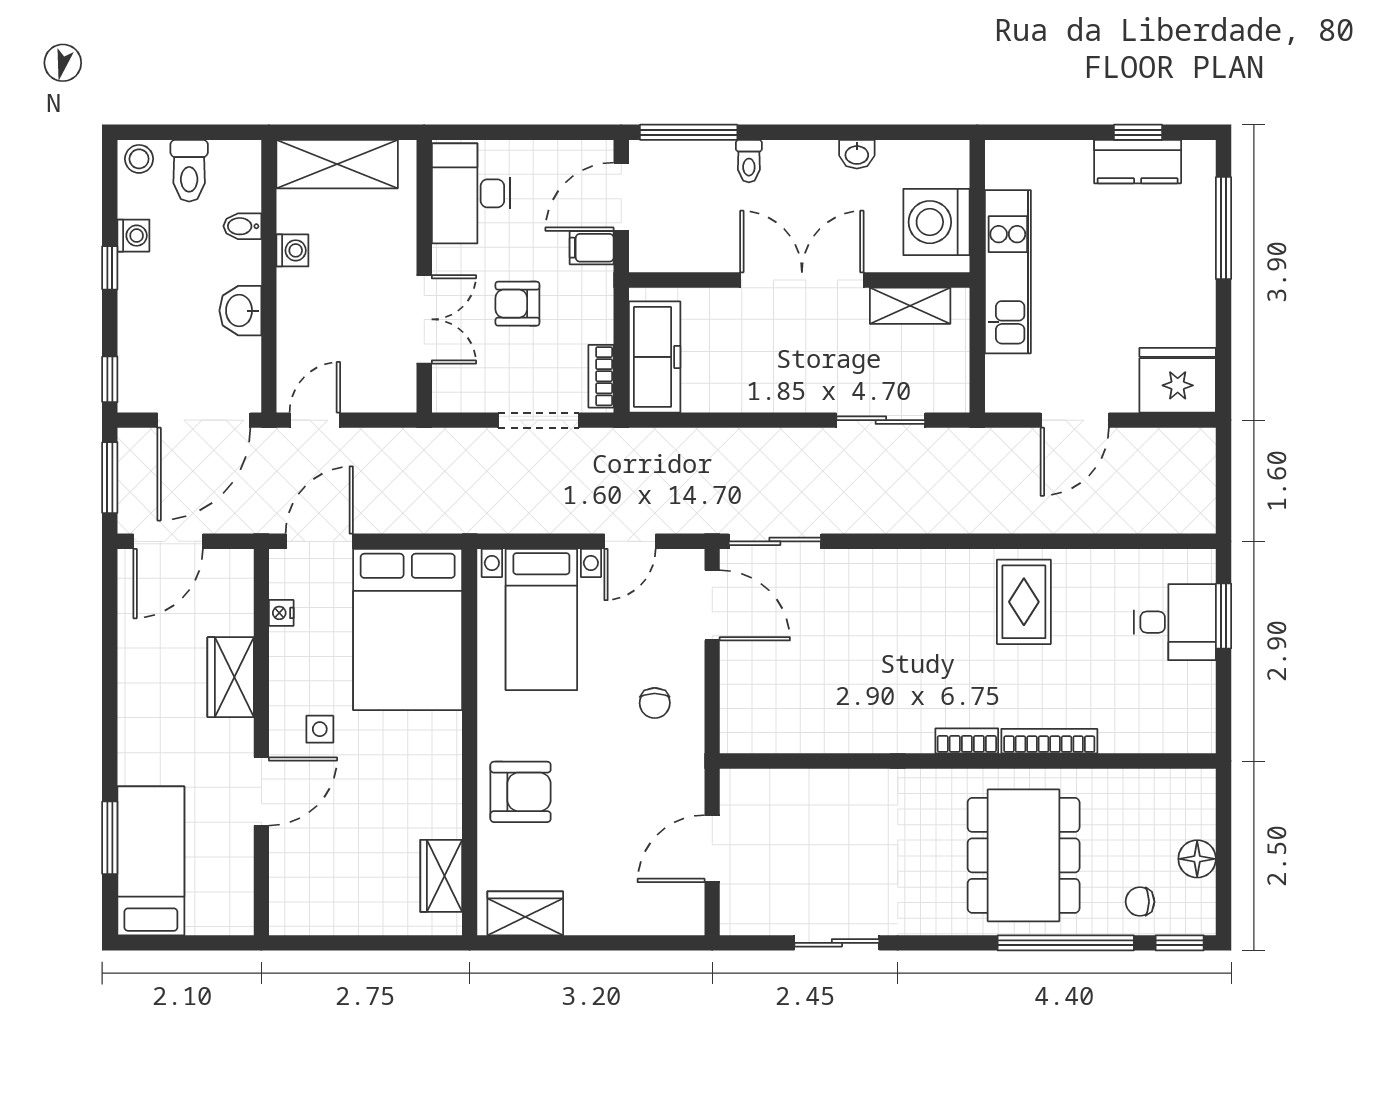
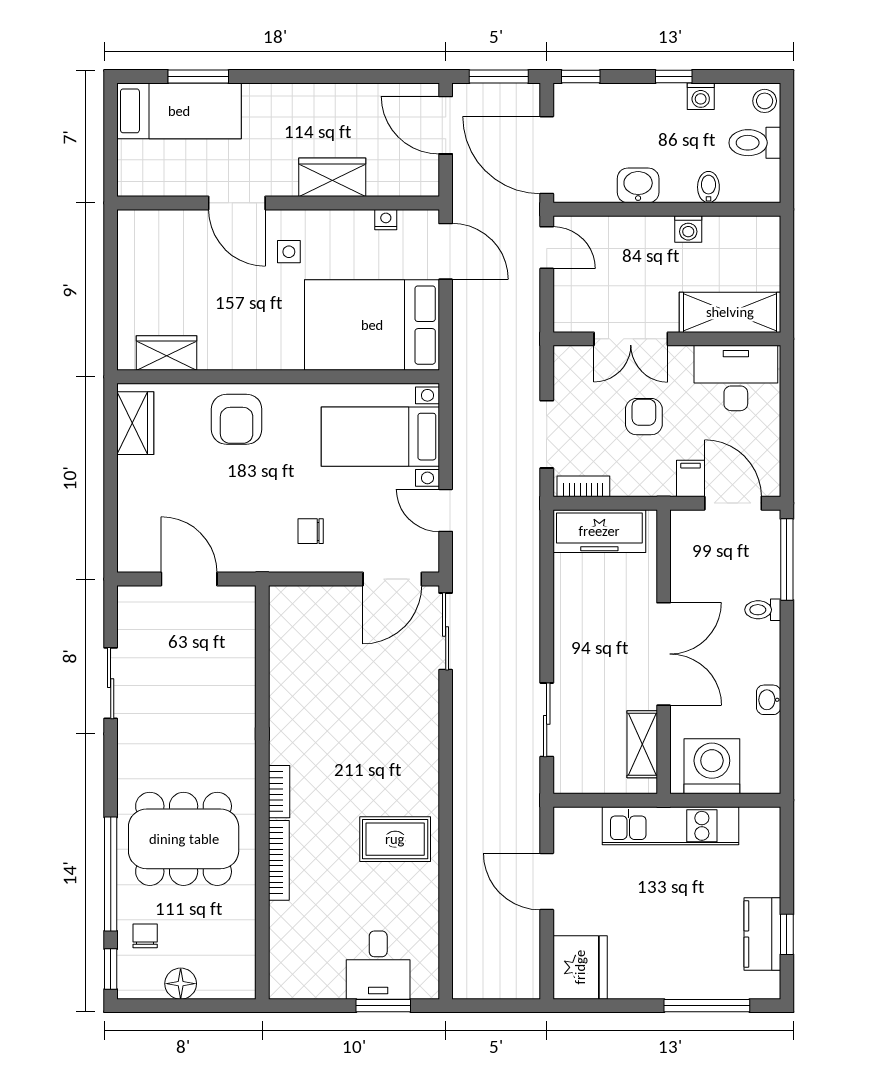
shelving: (337, 164) -> (730, 312), moved, turned 90

